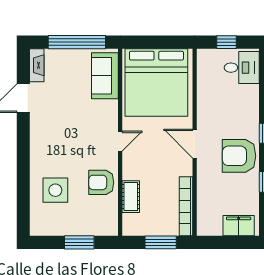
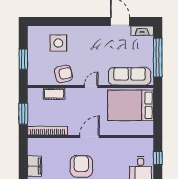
sofa: (105, 76) -> (130, 76), width x1.36
bed: (156, 82) -> (131, 105), width x0.73
door: (120, 141) -> (91, 87), swing flipped
armchair: (101, 182) -> (63, 74), turned 77

